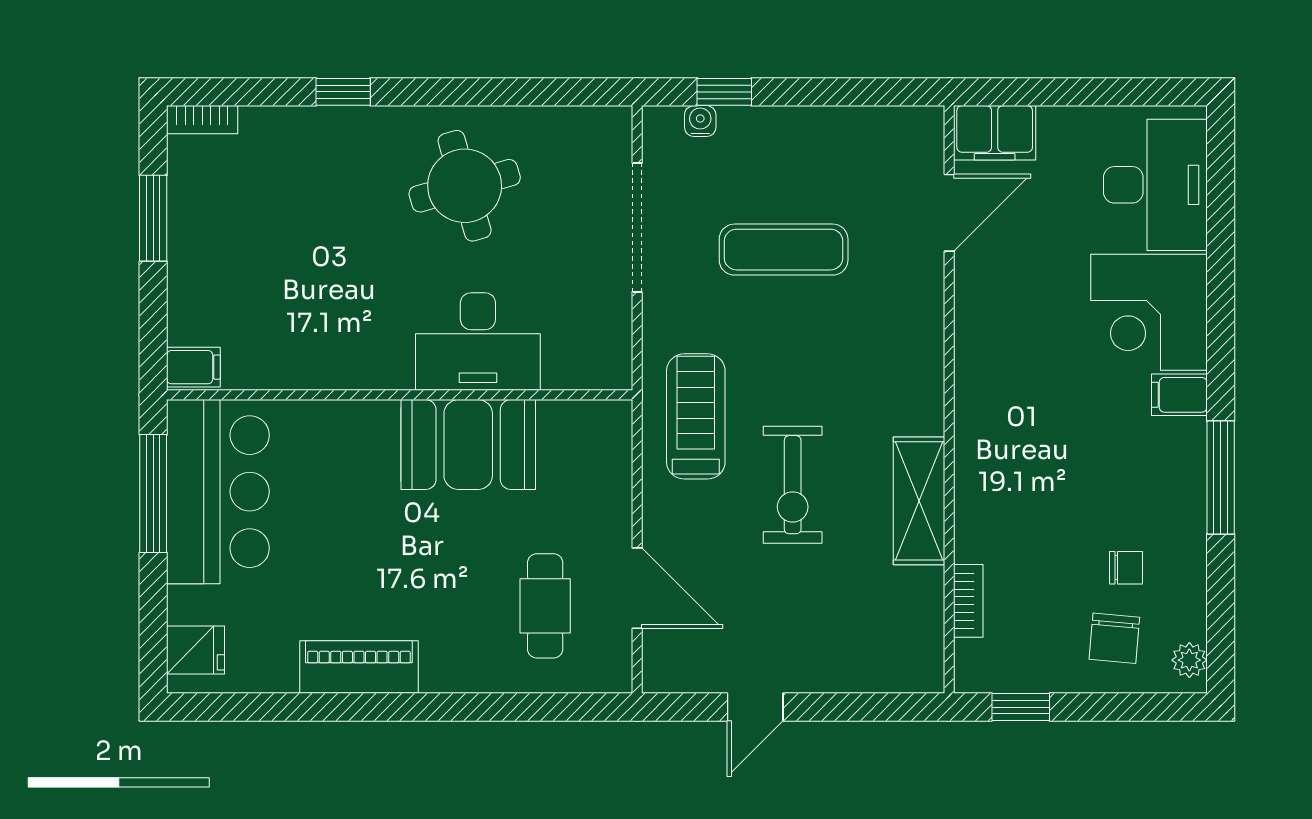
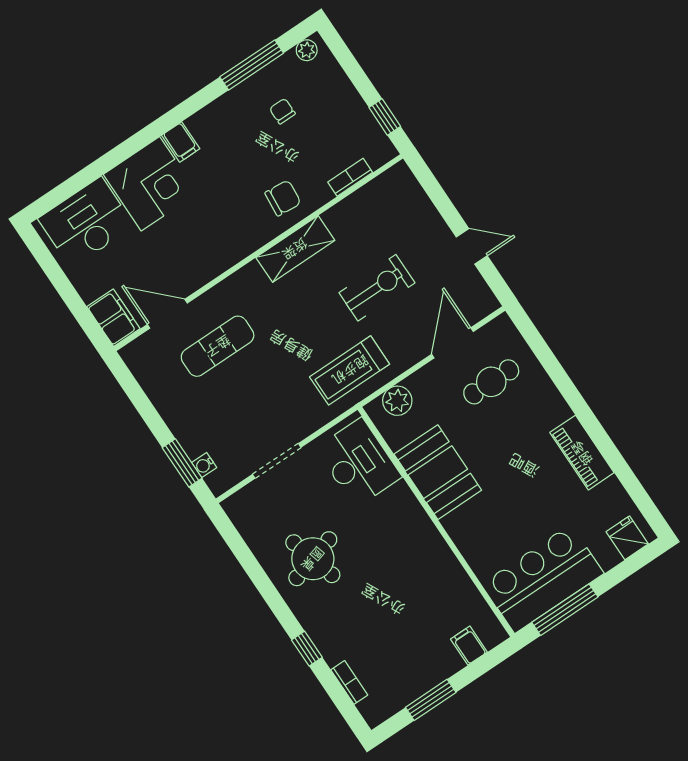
window: (724, 92) -> (182, 463), width x1.50
bookcase: (202, 120) -> (349, 682), moved
doorway: (637, 227) -> (277, 461), width x0.73
exercise mat: (784, 250) -> (218, 346), moved, turned 90
desk: (478, 342) -> (359, 463), moved
filing cabinet: (193, 367) -> (469, 646), moved
plant: (608, 455) -> (397, 401), added
window: (1221, 477) -> (252, 65), moved
exercise bike: (793, 485) -> (377, 288), moved
shelving: (919, 501) -> (295, 249), moved
chair: (1114, 638) -> (283, 198), moved

